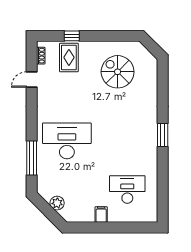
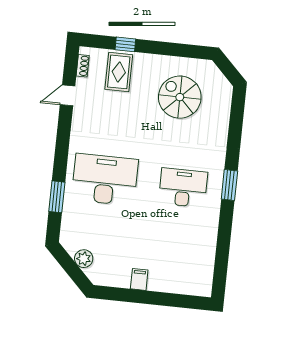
window: (32, 158) -> (57, 197), width x0.69
desk: (127, 189) -> (183, 188), moved

